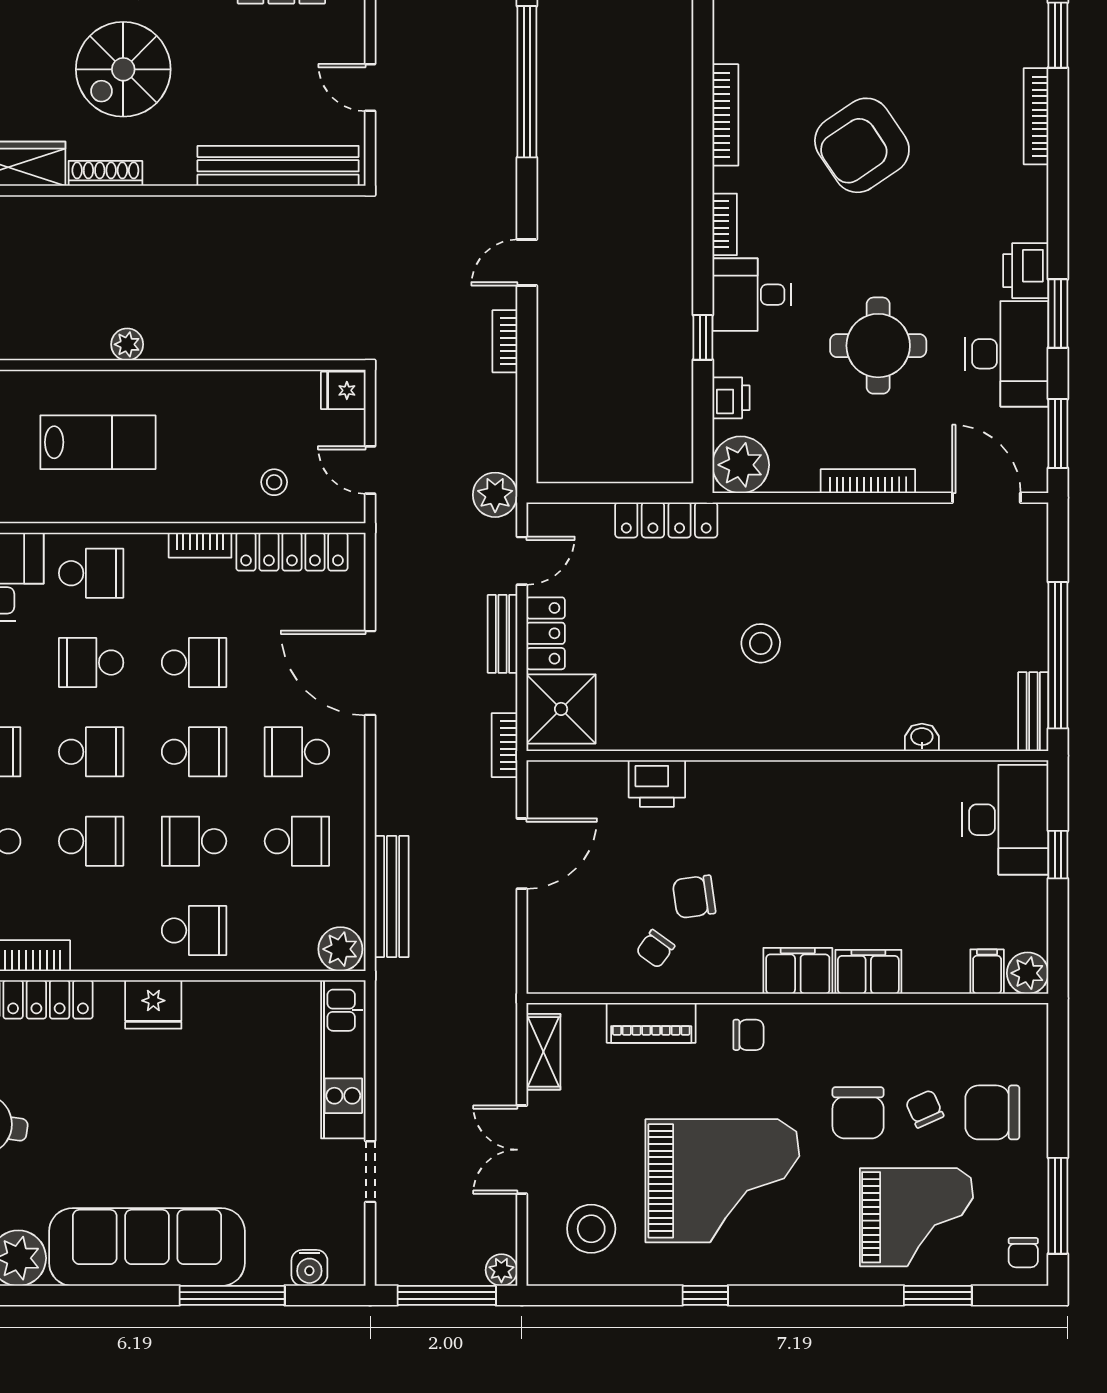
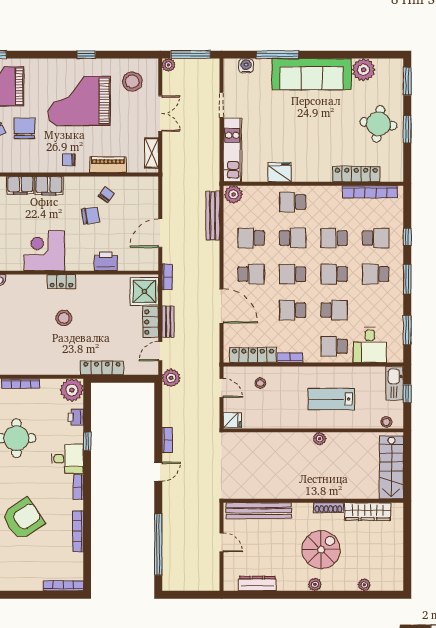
locker: (767, 734) -> (61, 282), added
corner desk: (809, 810) -> (44, 251), added
fridge: (153, 1004) -> (280, 172), moved

